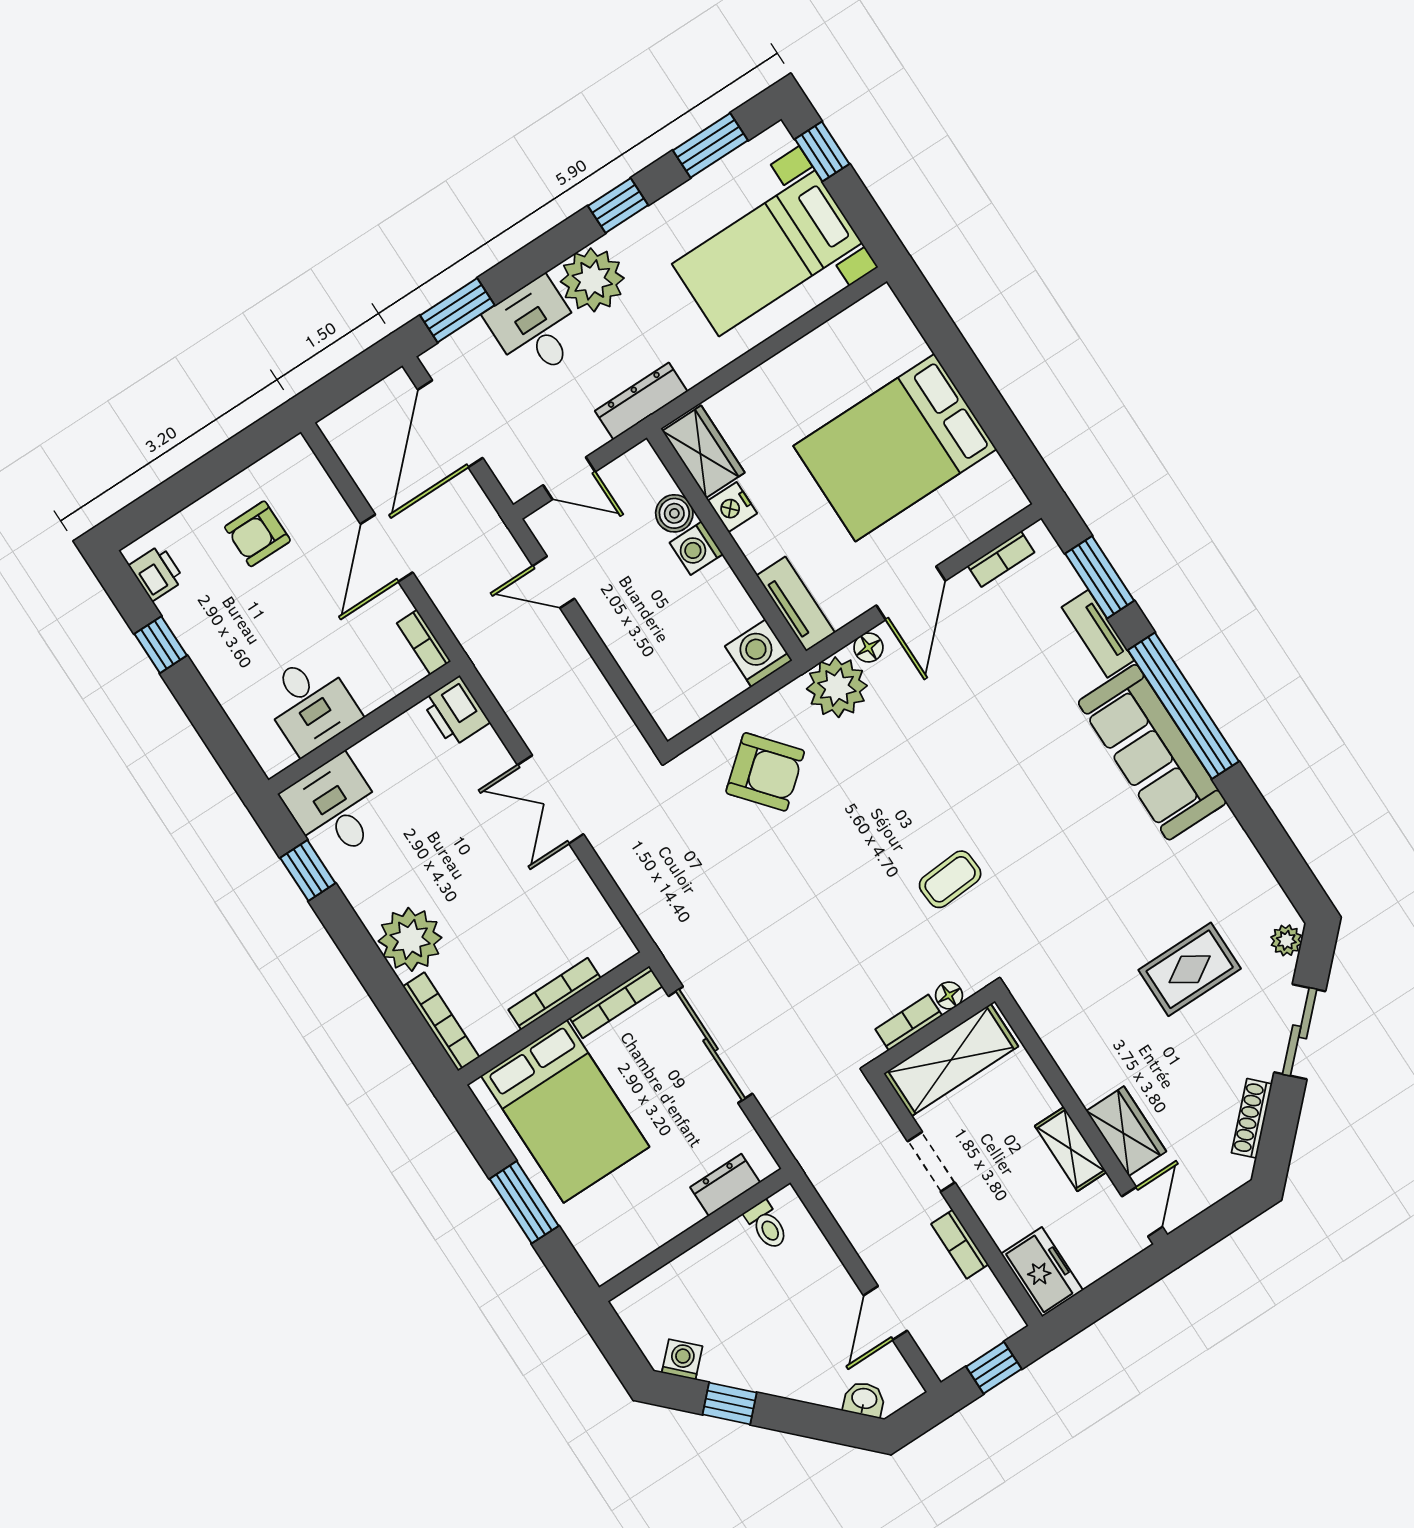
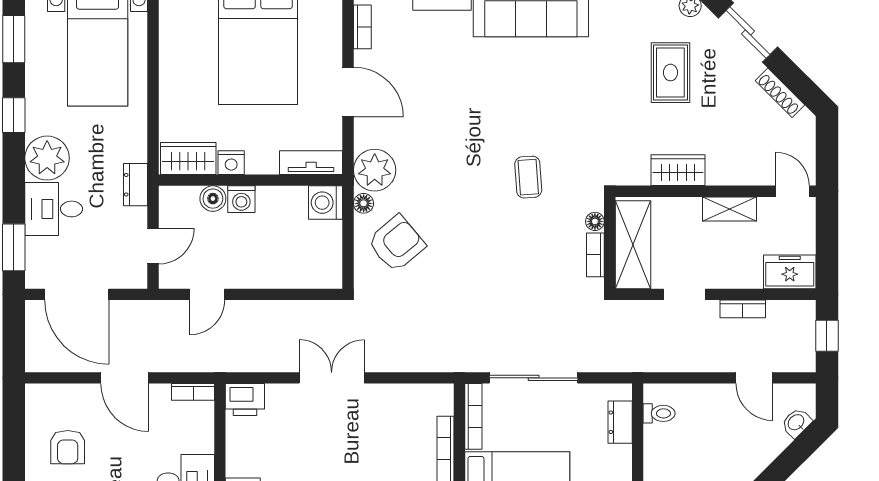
dresser: (641, 401) -> (136, 185), width x0.70
floor lamp: (868, 647) -> (364, 203), moved
double door: (551, 800) -> (332, 378), swing flipped
wardrobe: (1126, 1131) -> (678, 170), moved

